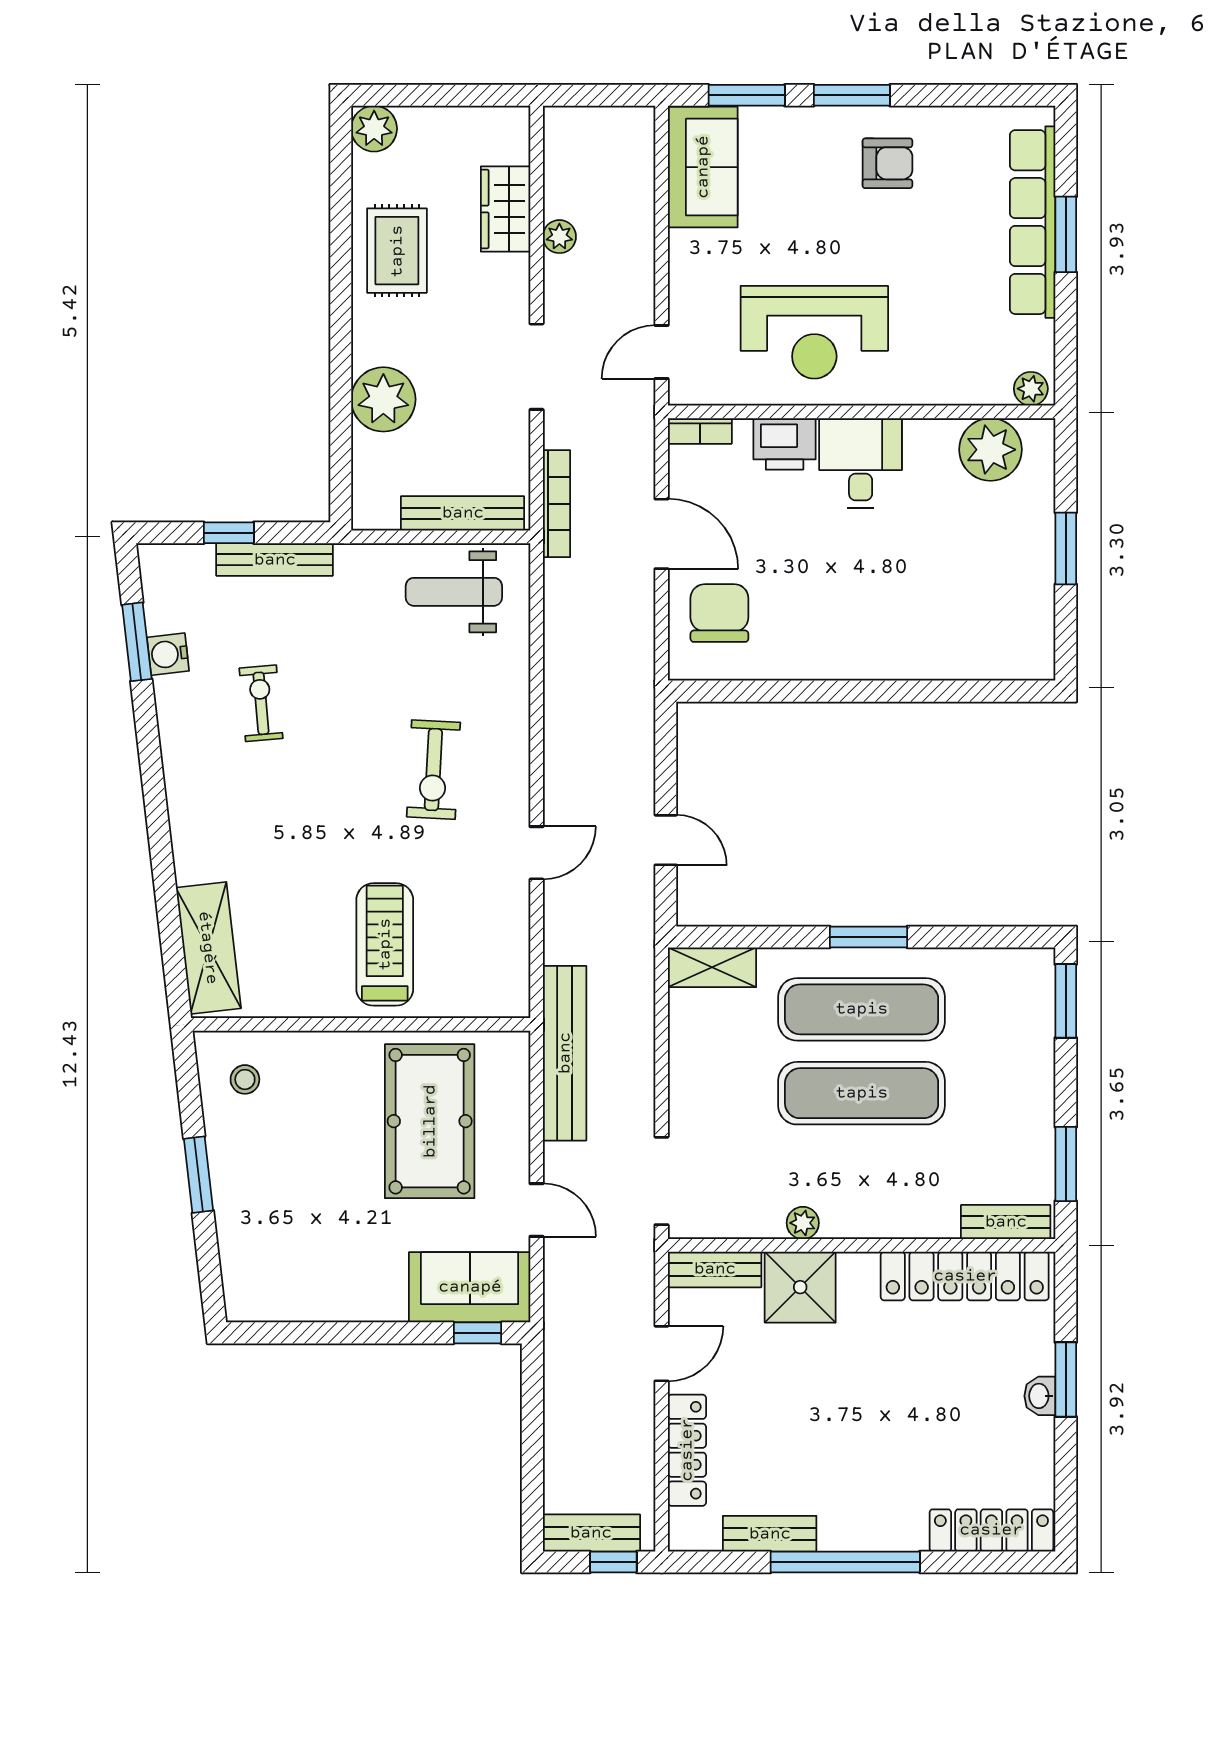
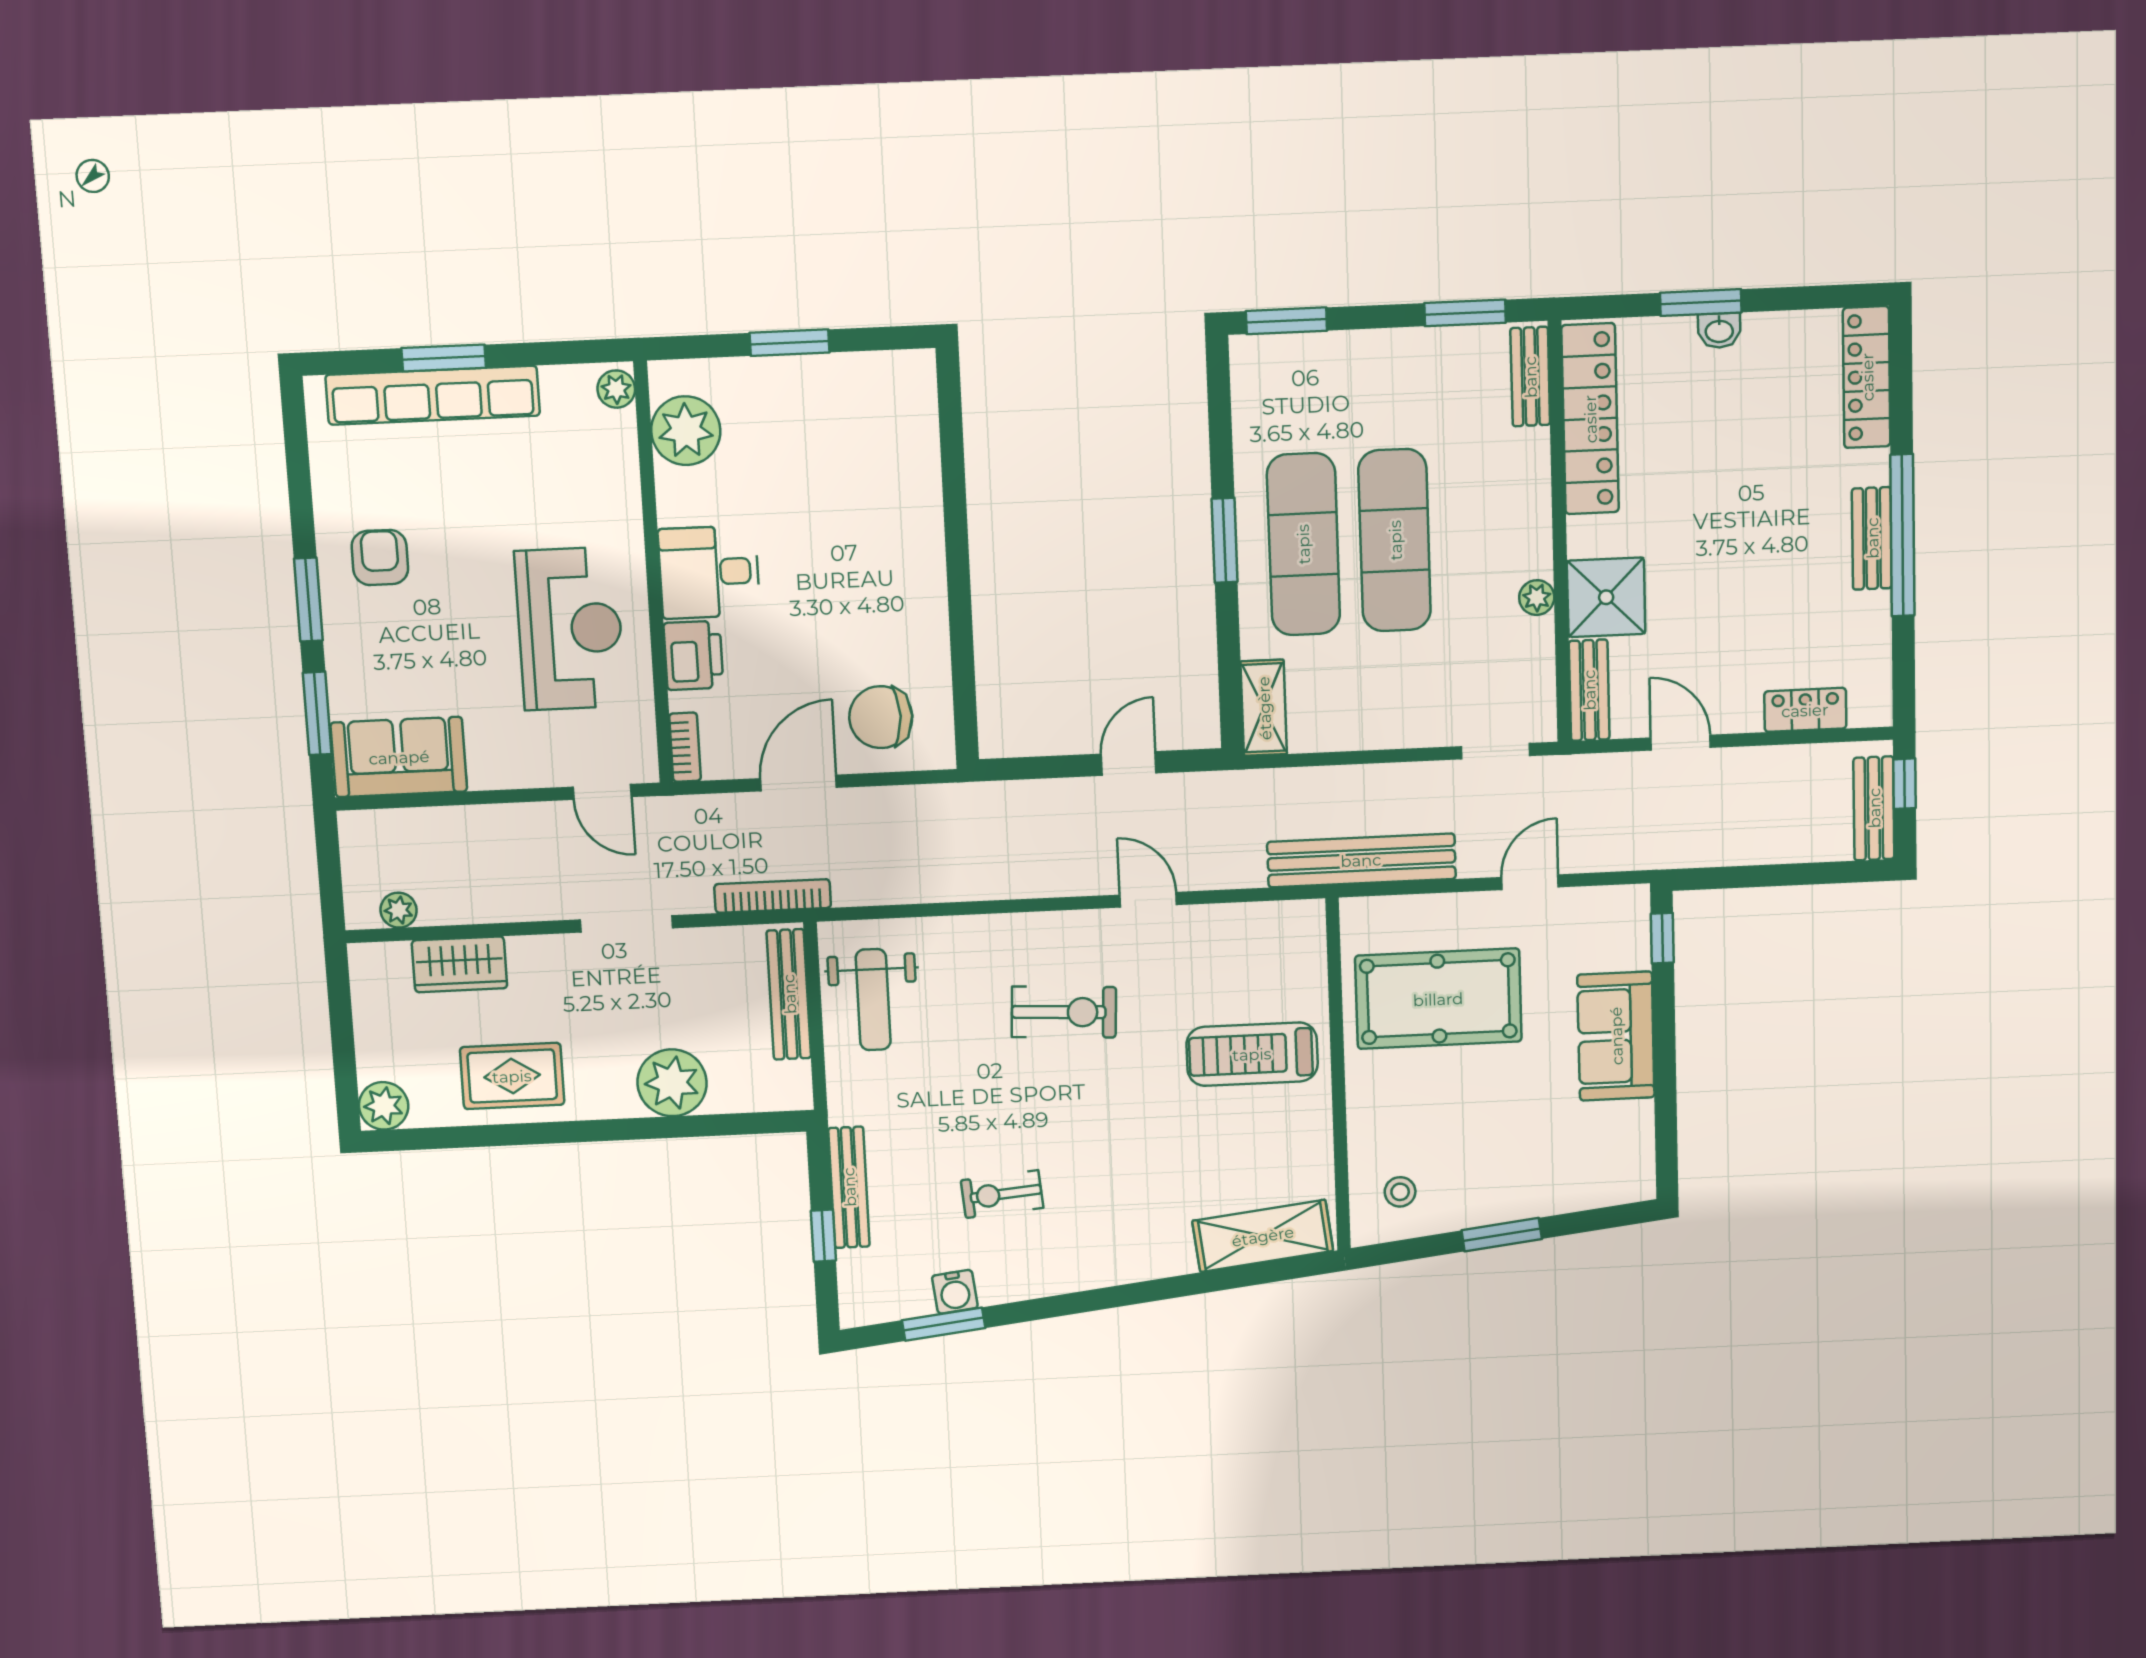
plant: (559, 237) -> (399, 910), moved
doorway: (662, 1181) -> (1495, 751), width x0.73
sofa: (470, 1287) -> (1616, 1036), moved
locker: (687, 1450) -> (1805, 710), width x0.66
bench: (770, 1534) -> (1872, 538), moved

